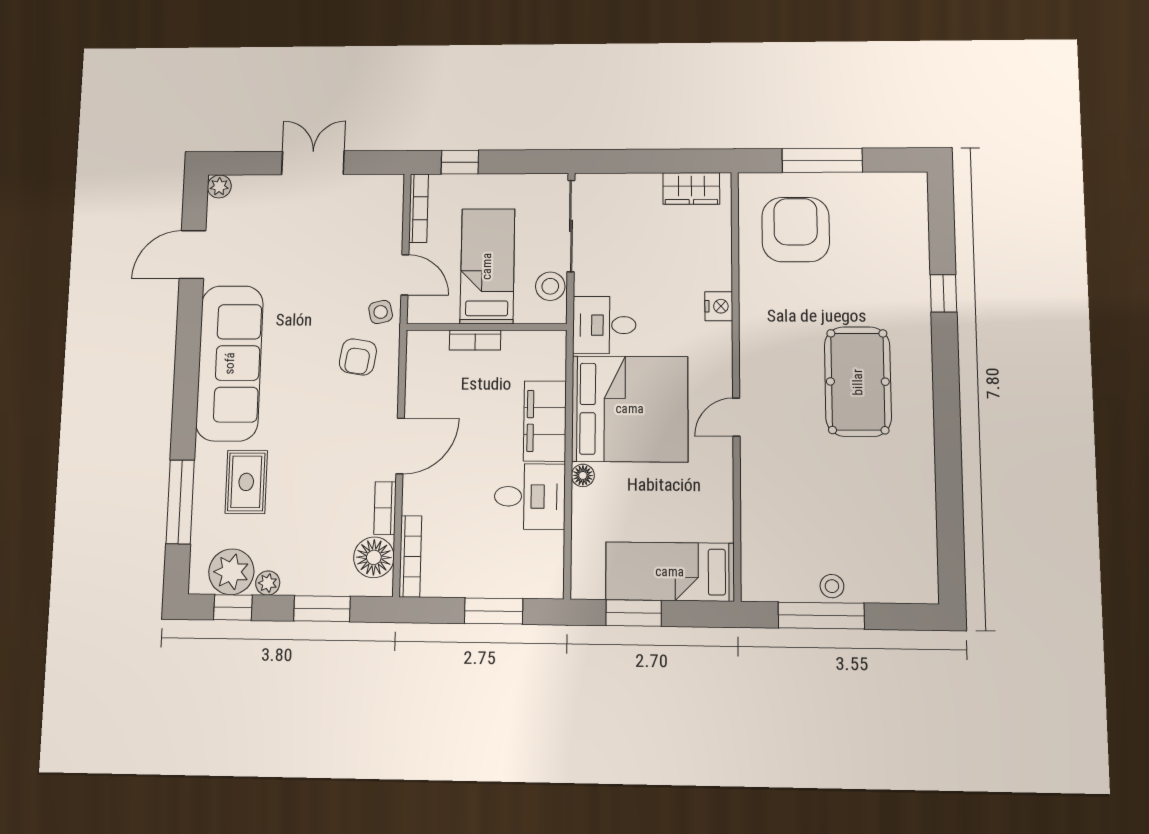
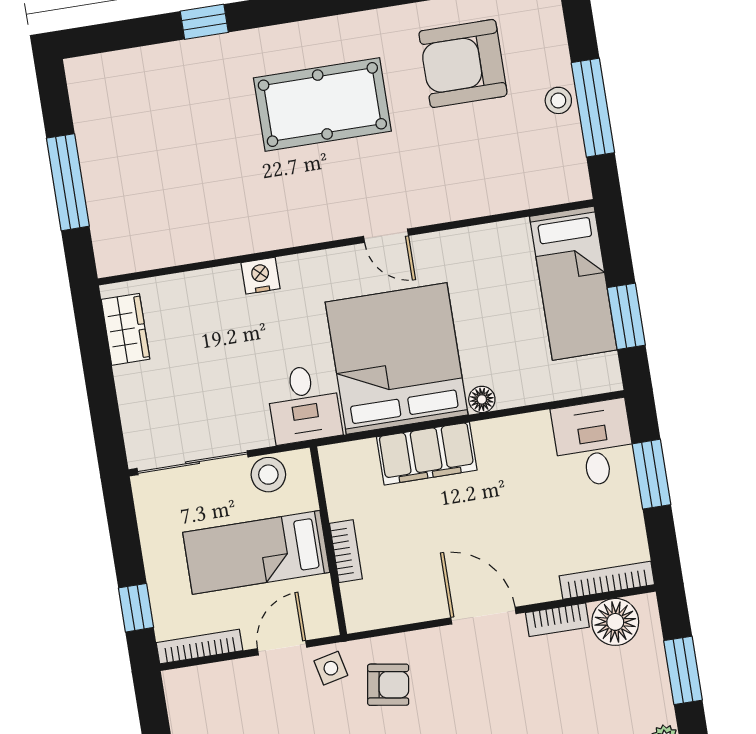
armchair: (796, 230) -> (463, 63), moved
desk: (530, 496) -> (594, 443), moved

